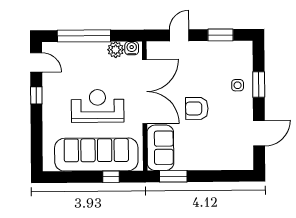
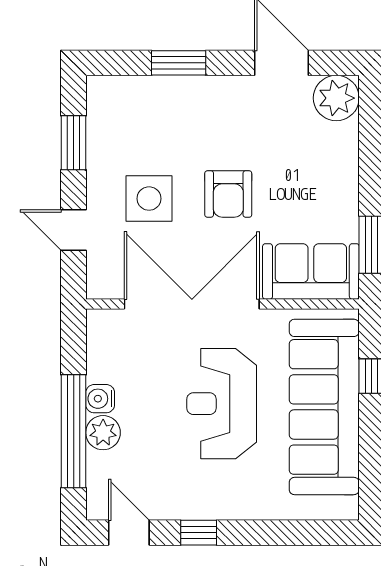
water cooler: (132, 48) -> (100, 399), moved
plant: (116, 50) -> (103, 433), moved
door: (36, 62) -> (129, 533), hinge flipped
side table: (238, 85) -> (149, 199), moved, width x1.87, depth x1.87
plant: (243, 159) -> (336, 98), added

